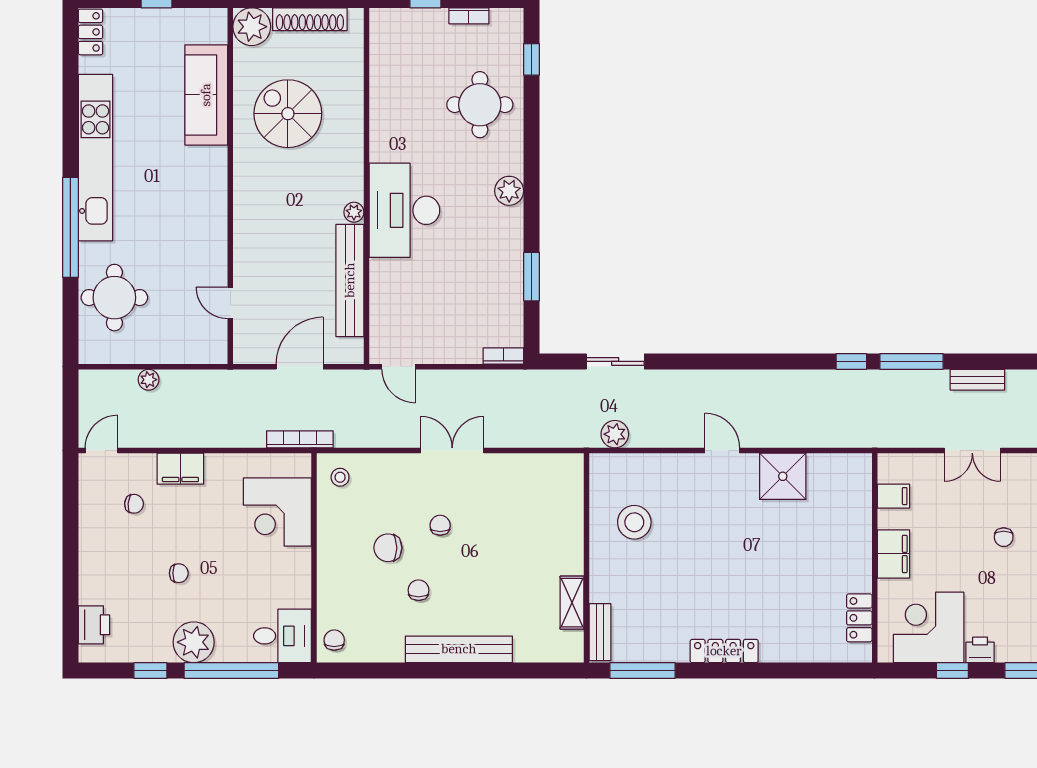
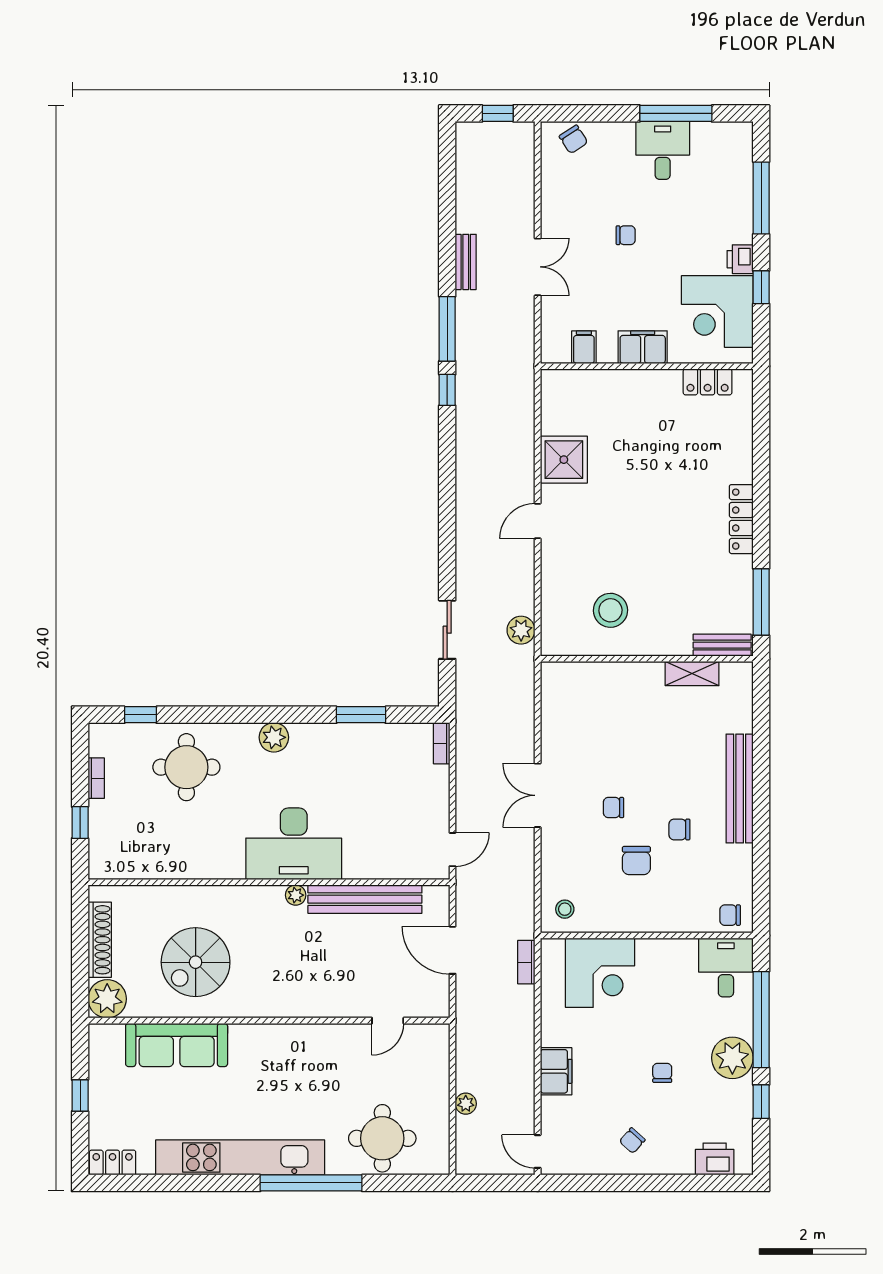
bookcase: (300, 439) -> (526, 962), width x0.64
chair: (134, 504) -> (632, 1141), moved, turned -143

